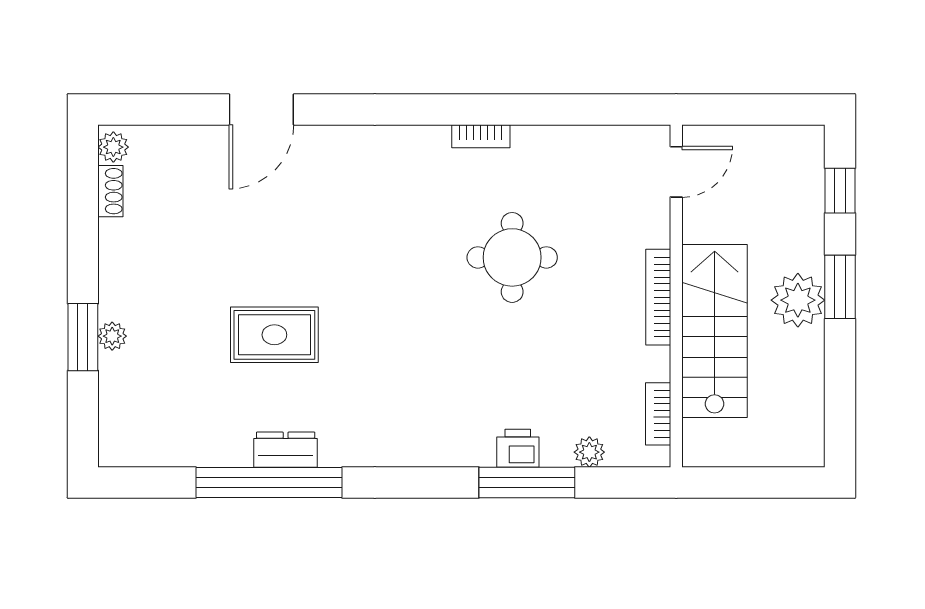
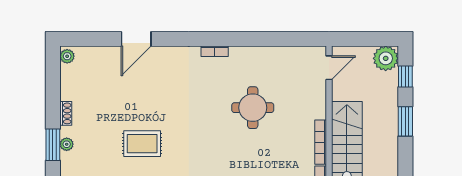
bookcase: (481, 136) -> (215, 51), moved
shoe rack: (110, 191) -> (66, 113), moved
bookcase: (658, 297) -> (321, 142), moved
plant: (798, 300) -> (386, 58), moved

